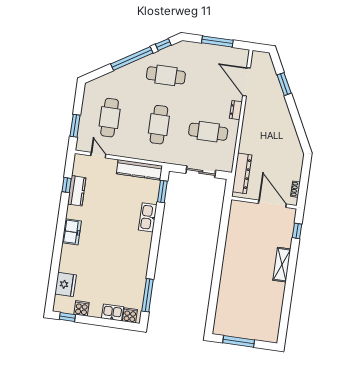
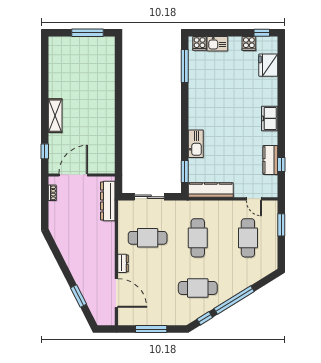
door: (272, 204) -> (73, 175), swing flipped

